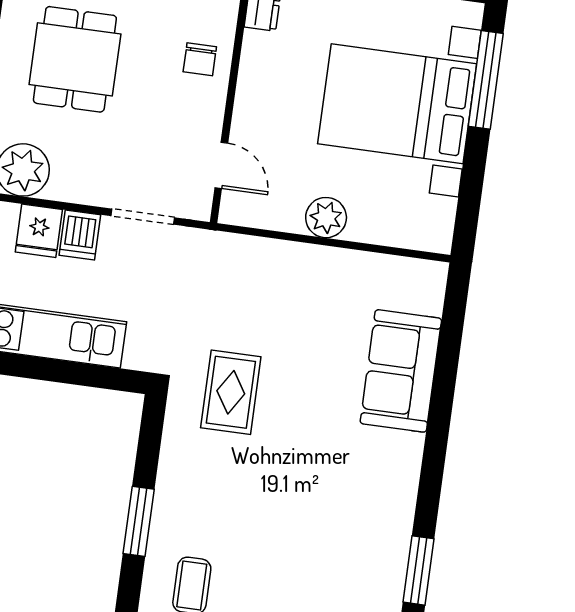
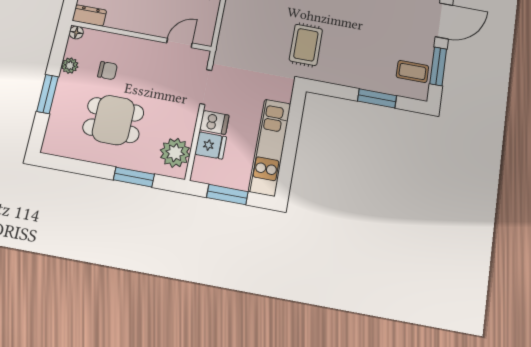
chair: (200, 59) -> (108, 71), moved
rug: (231, 392) -> (306, 45), turned 90

